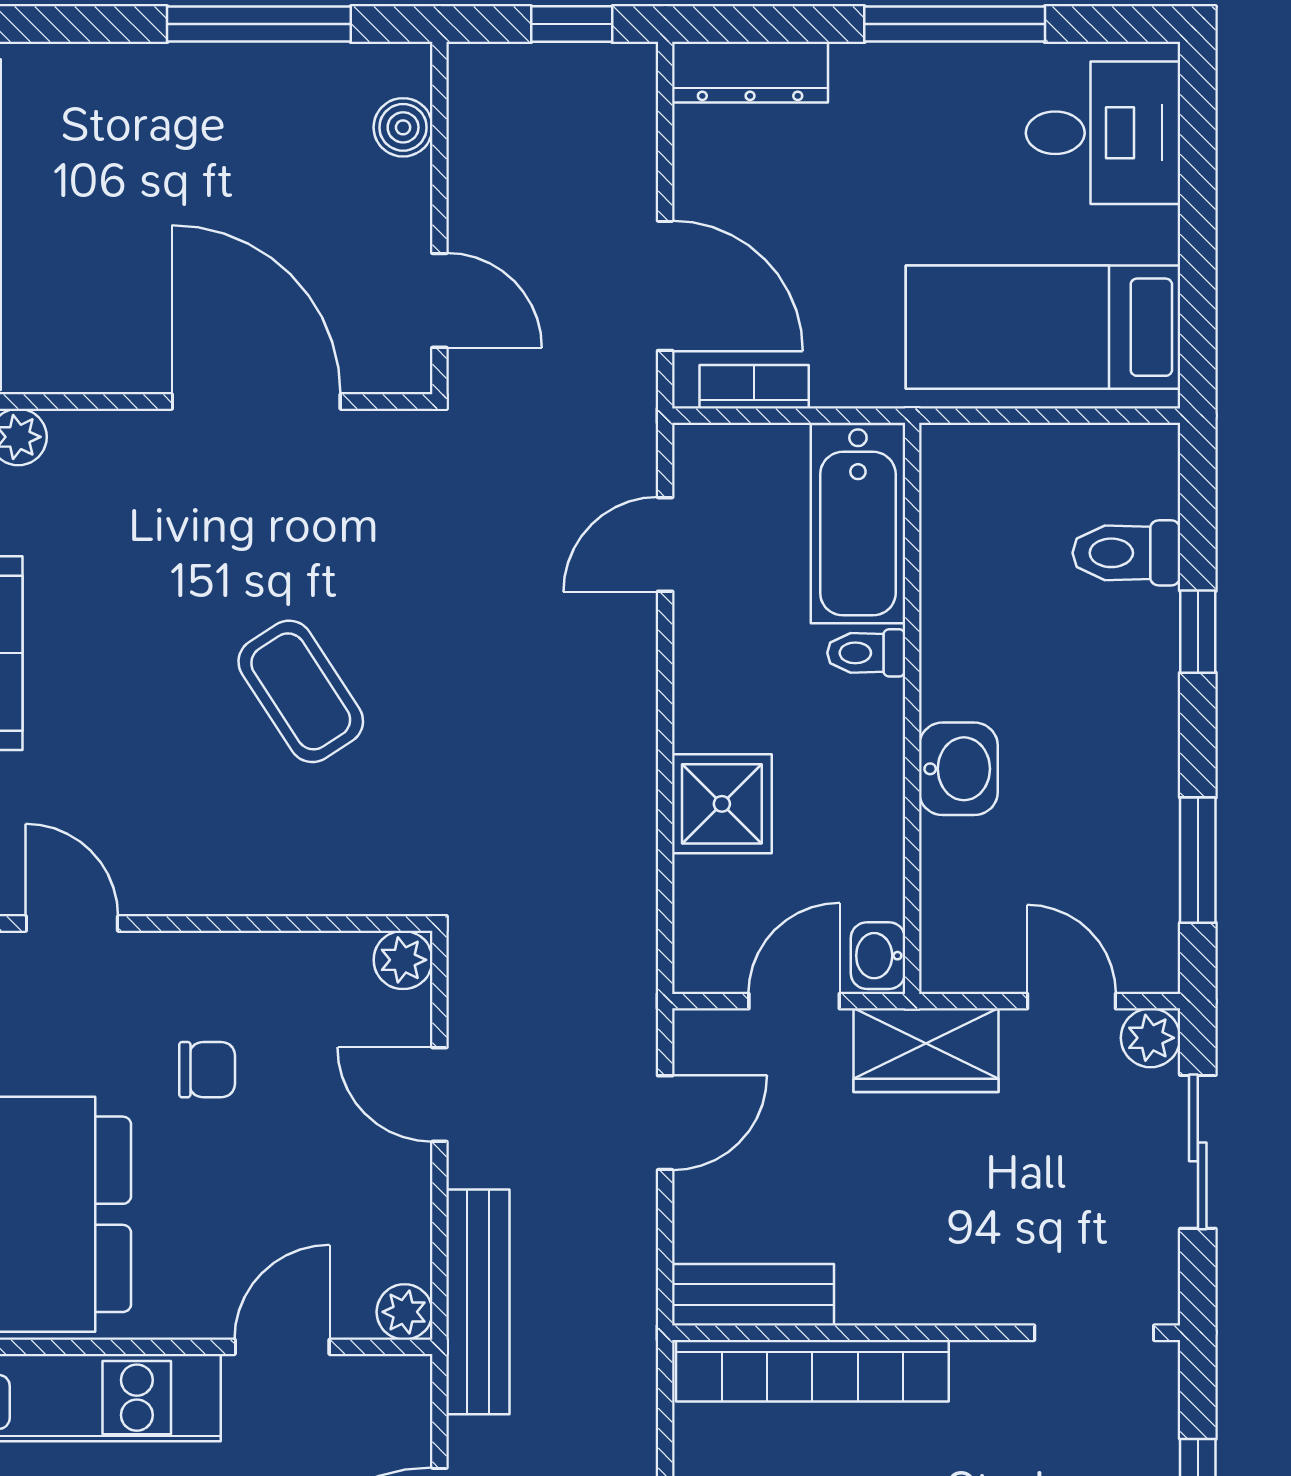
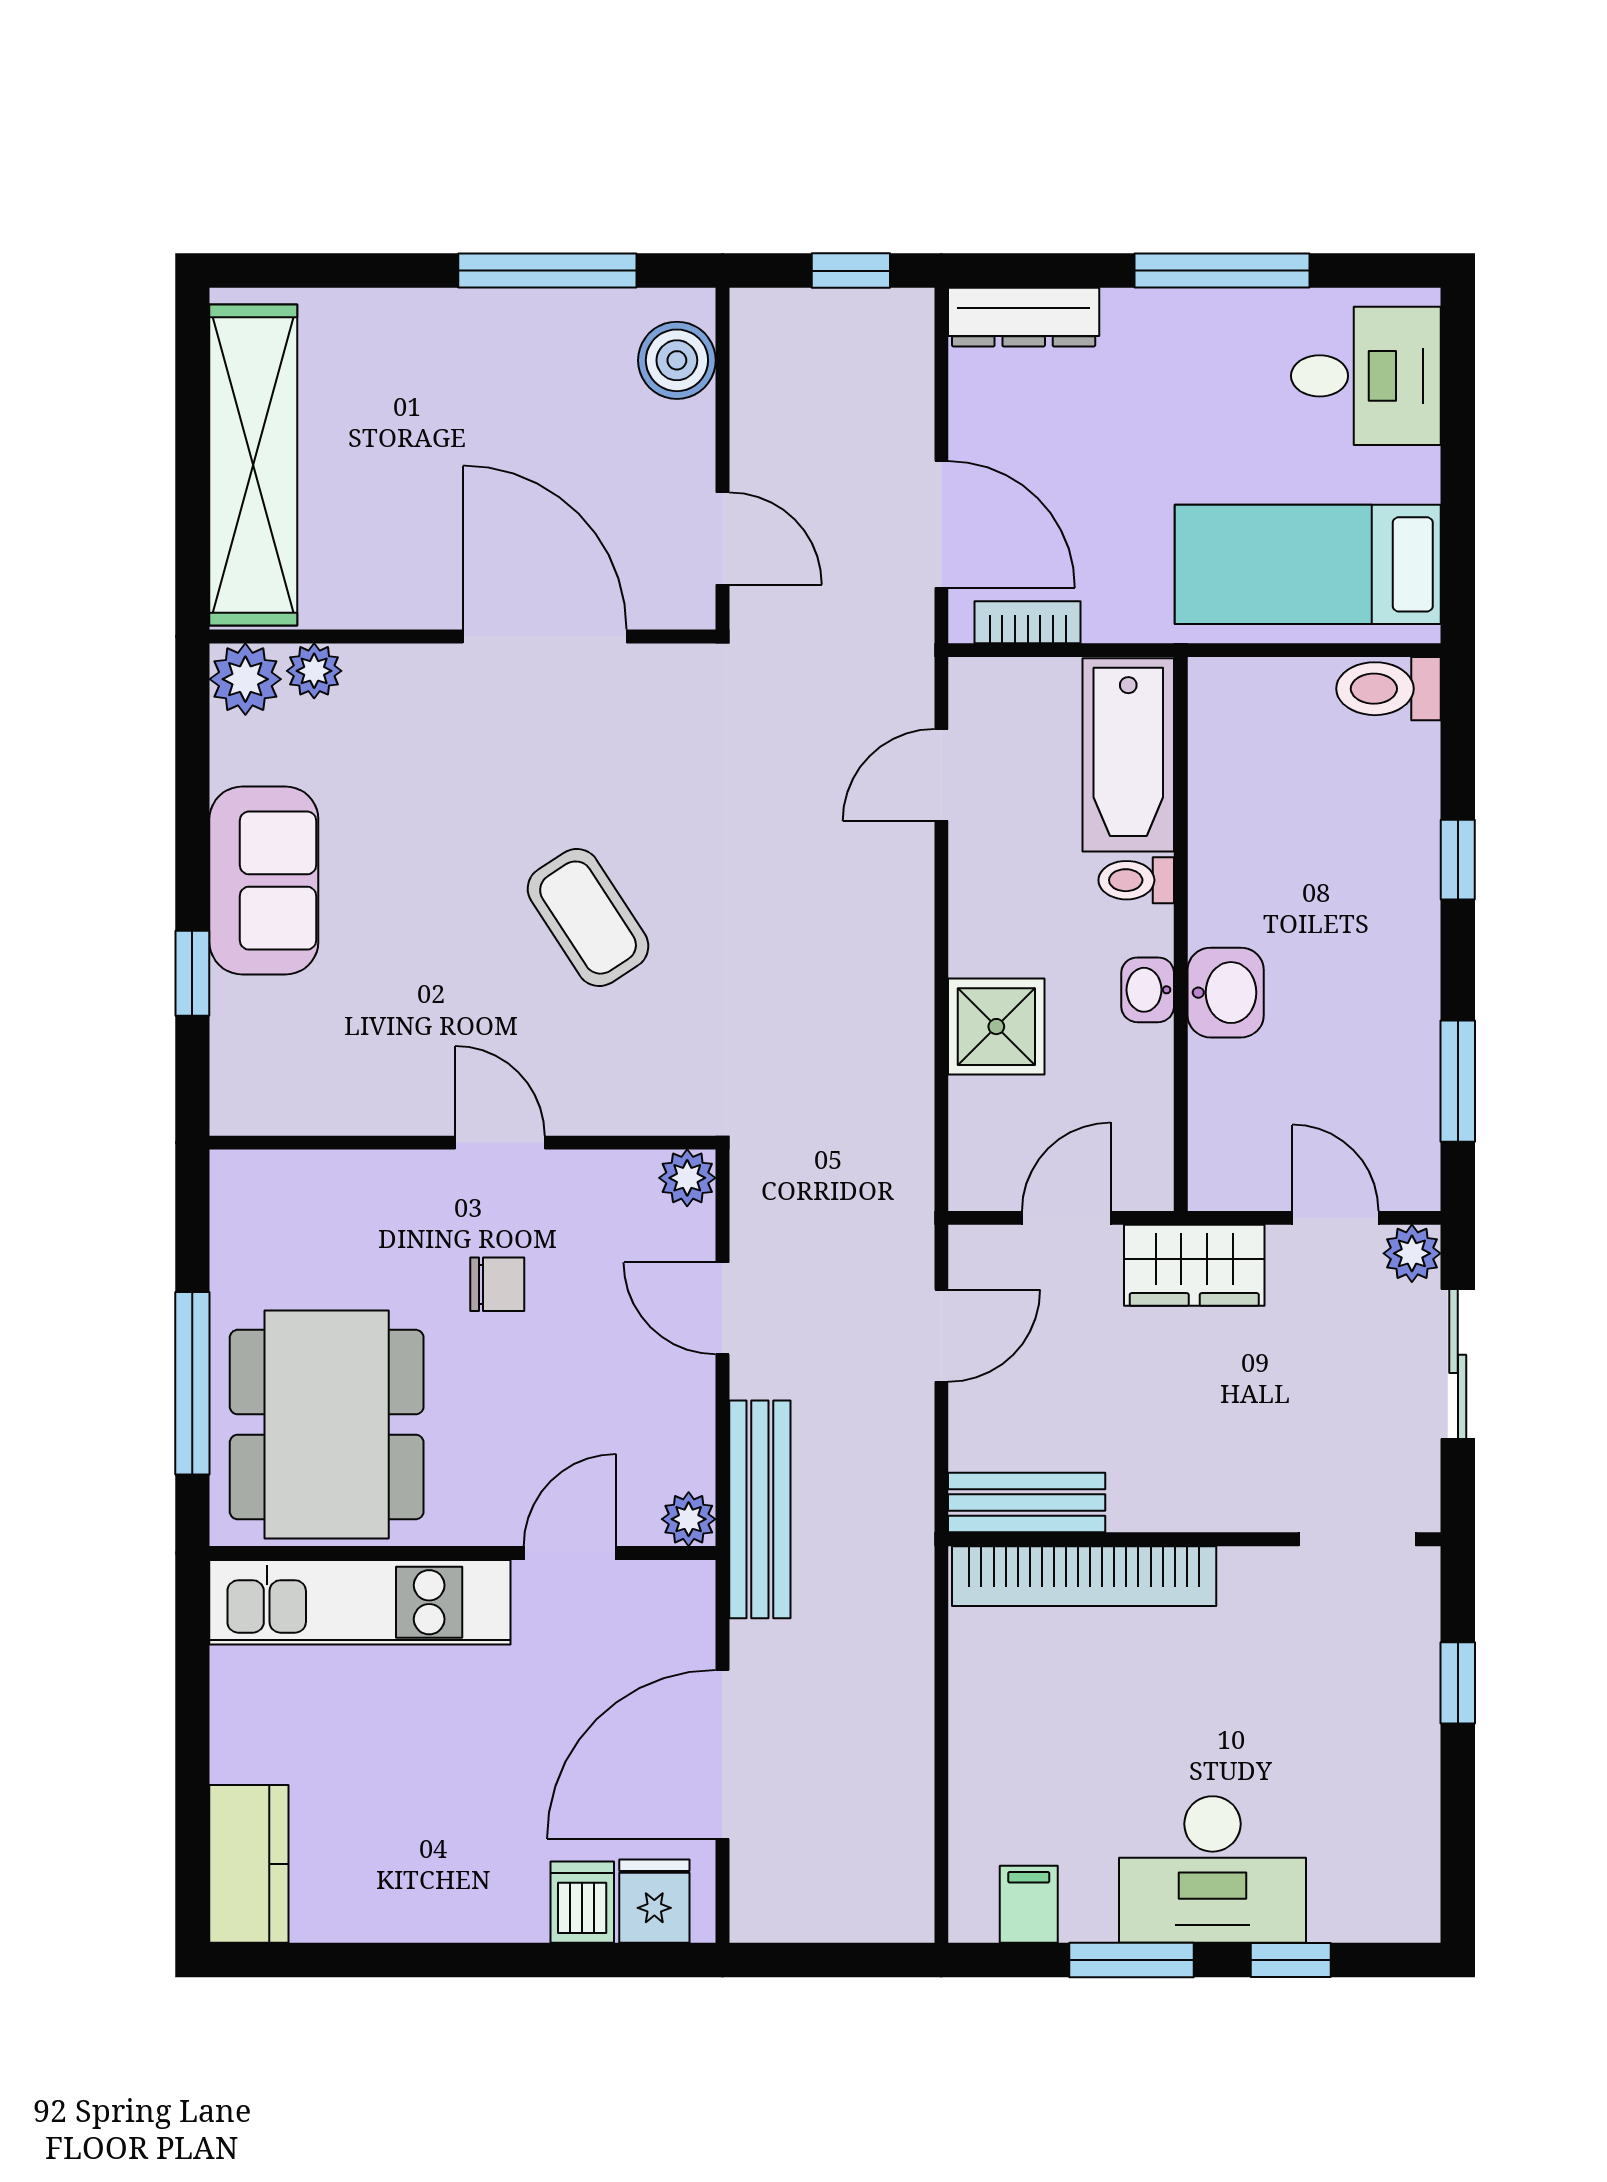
boiler: (403, 127) -> (677, 360), width x1.36, depth x1.36
toilet: (1126, 553) -> (1389, 689), moved
door: (72, 924) -> (500, 1143), moved
washbasin: (878, 956) -> (1148, 990), moved

